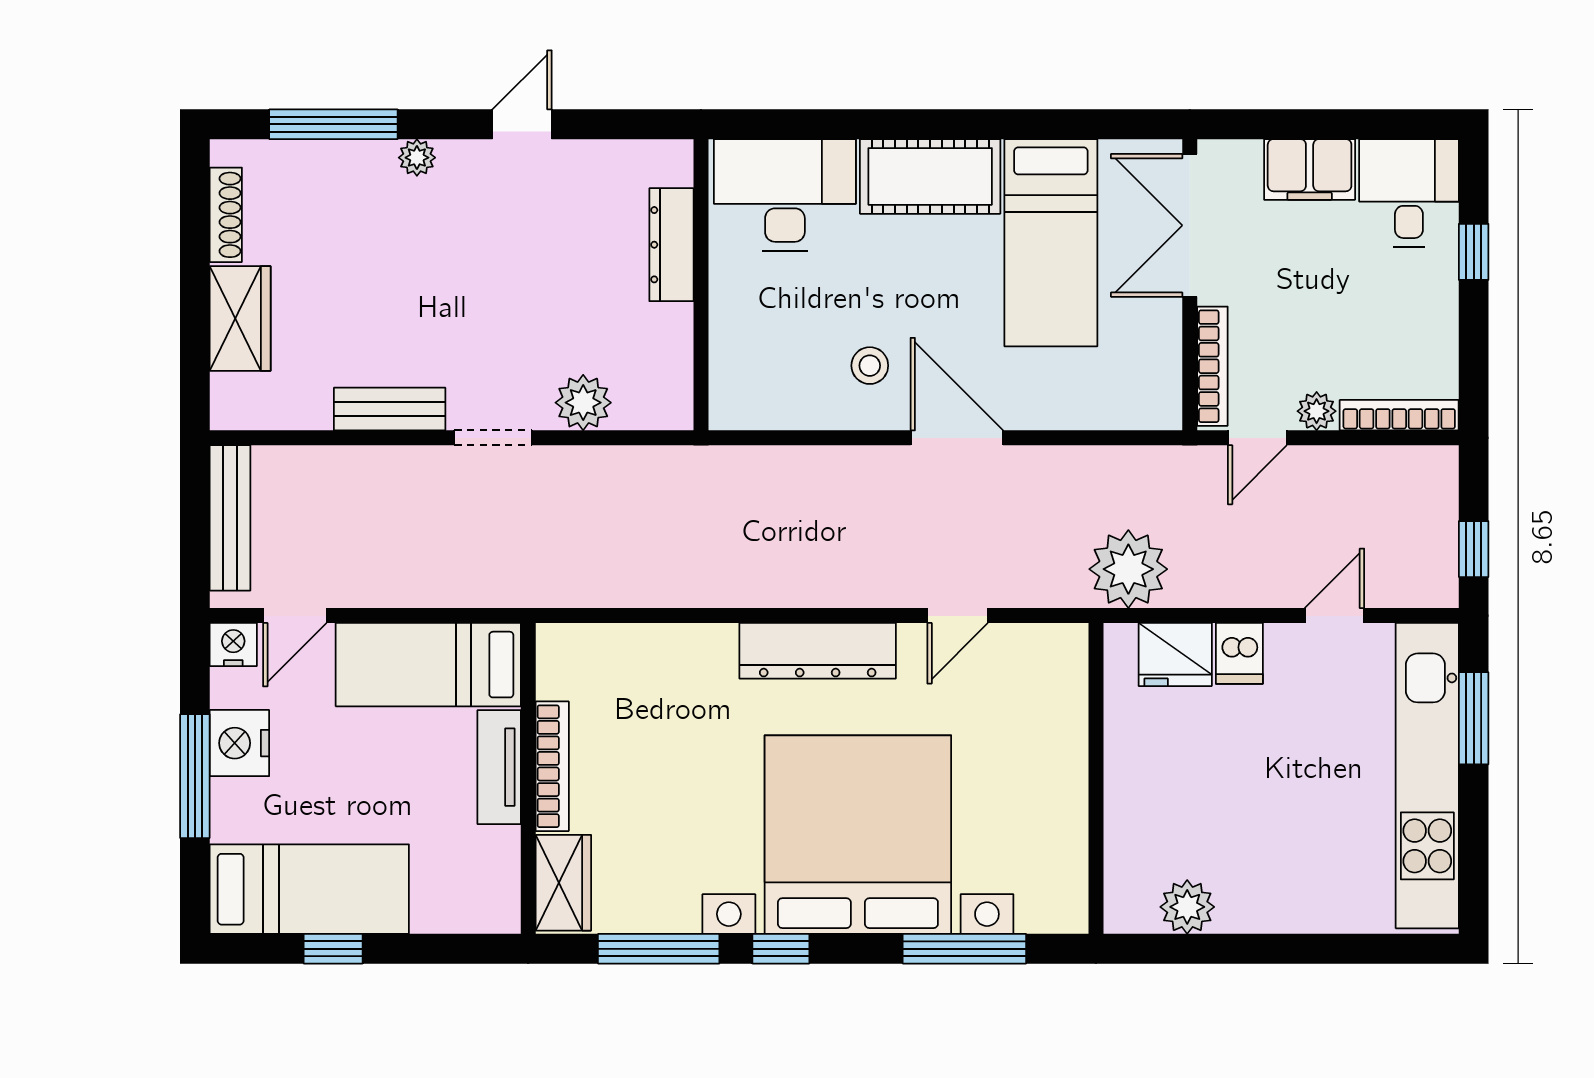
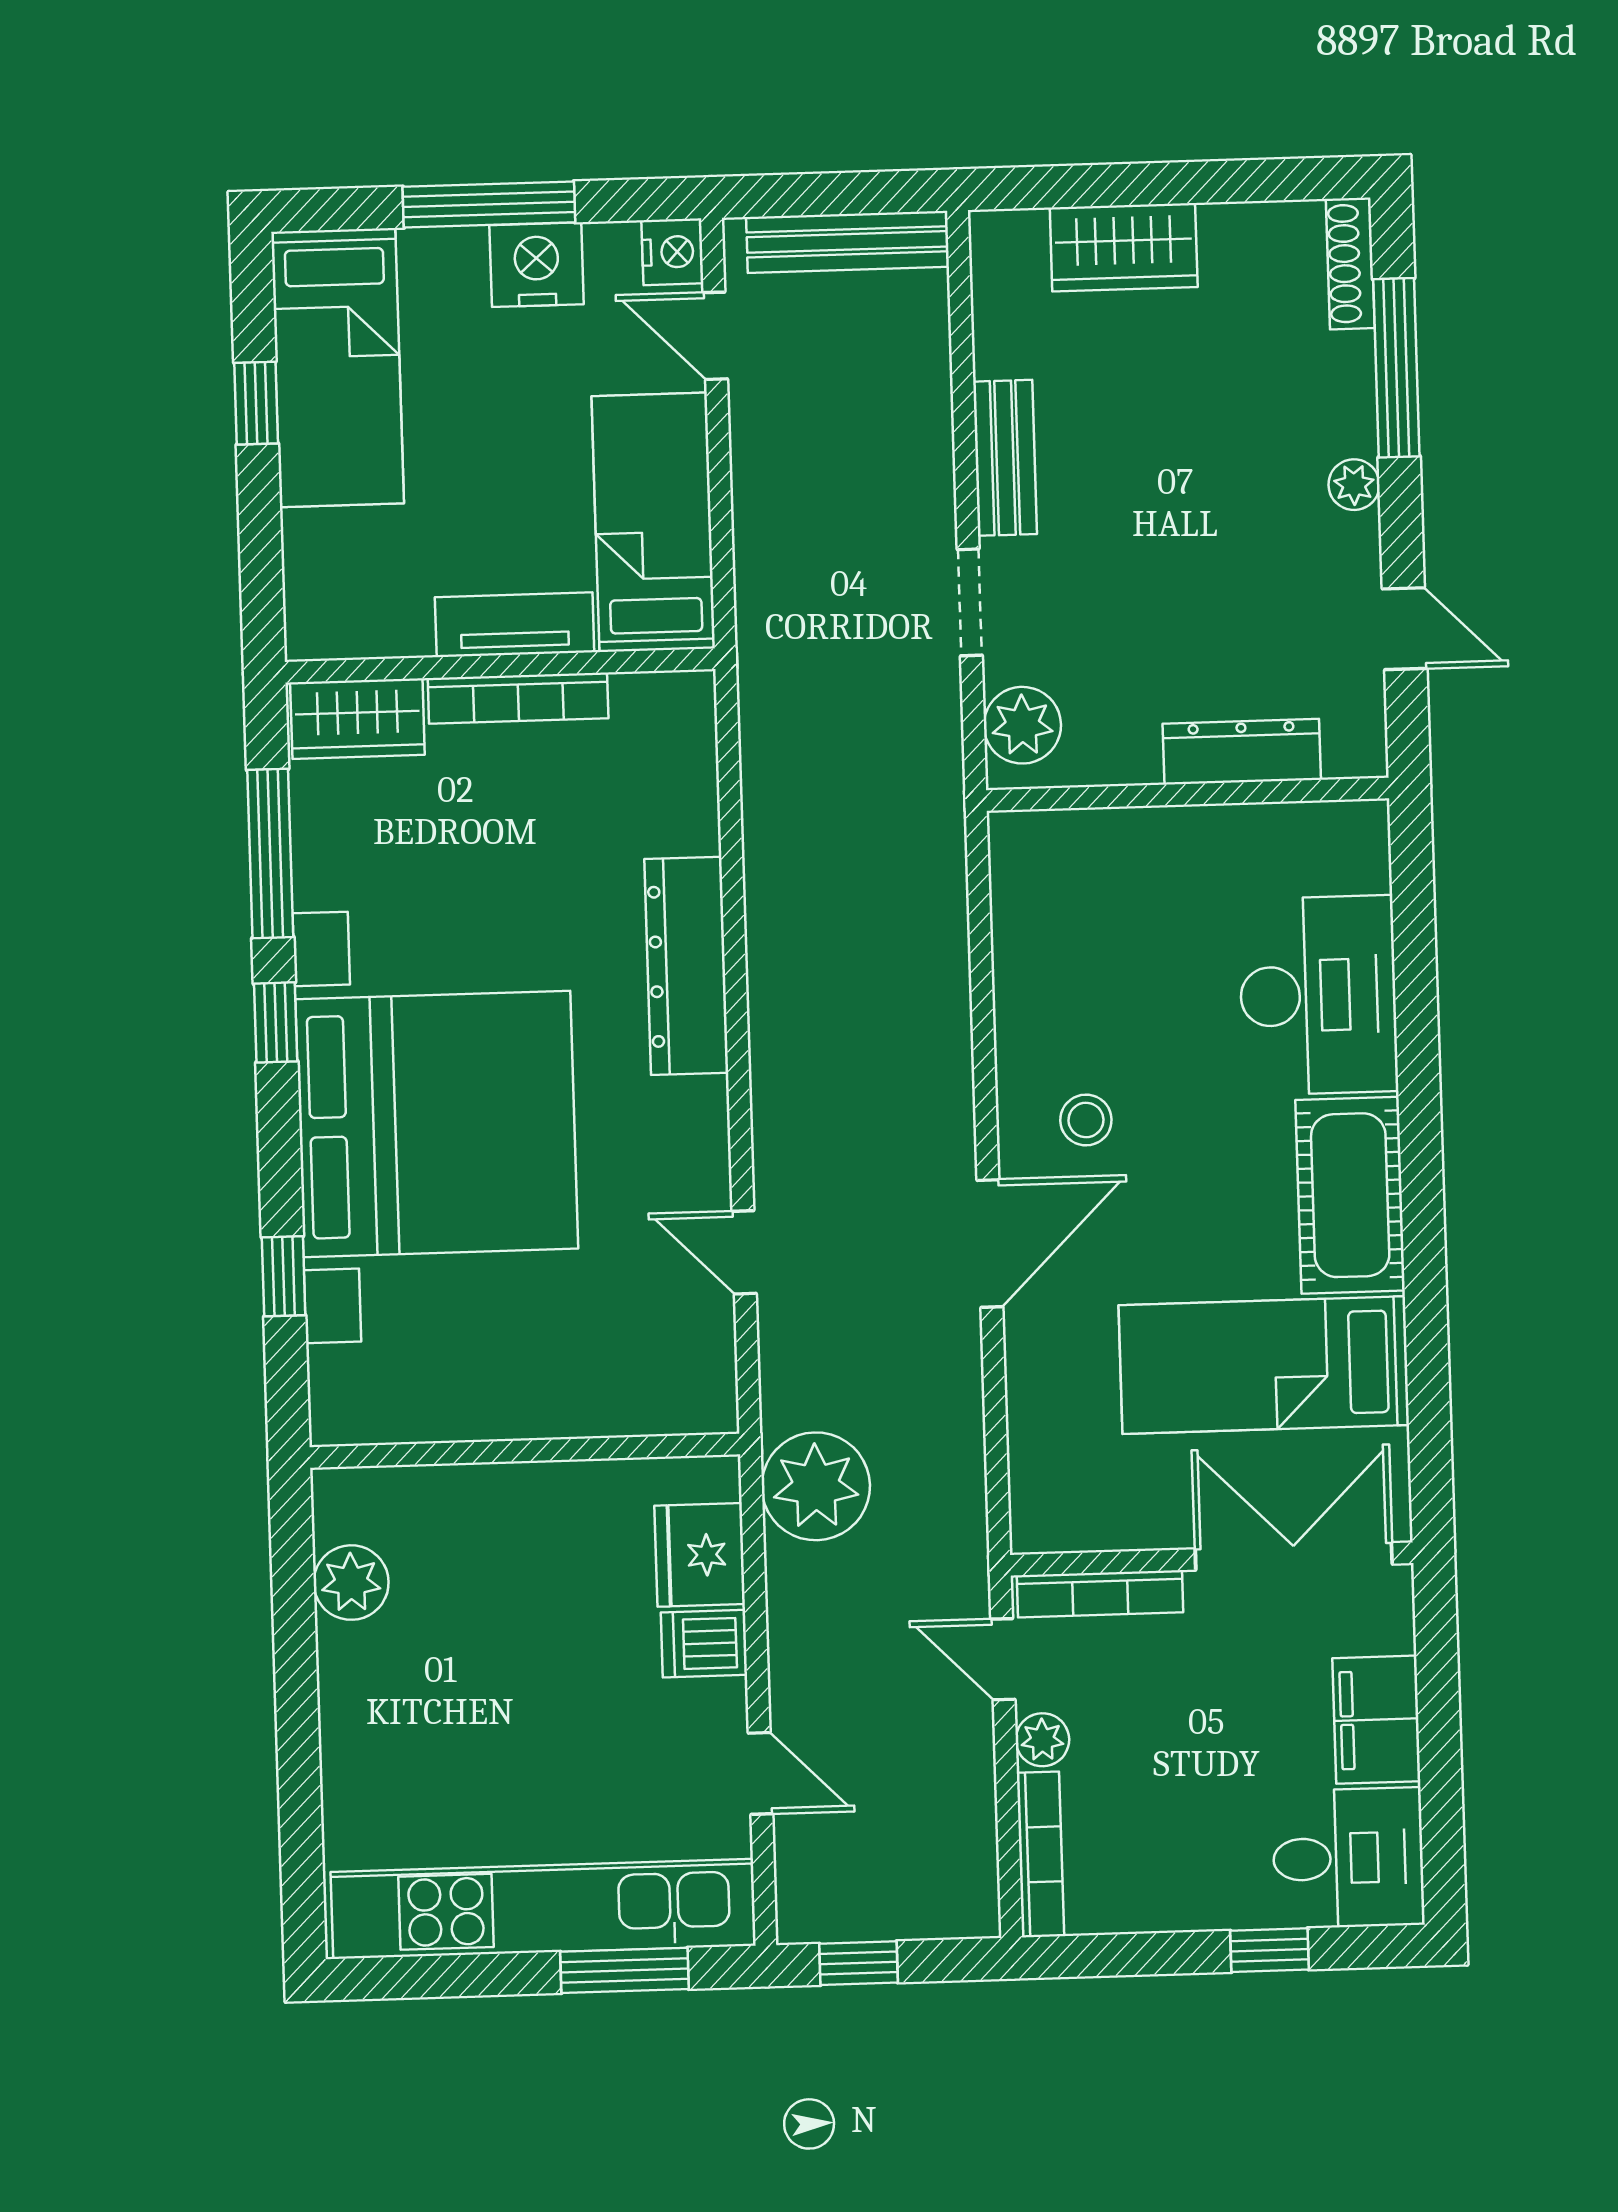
shoe rack: (226, 215) -> (1350, 263), moved, turned 90
dresser: (671, 245) -> (1242, 752), moved
wall: (701, 285) -> (1188, 794), moved
dresser: (818, 651) -> (686, 966), moved
window: (964, 949) -> (284, 1276), width x0.46

